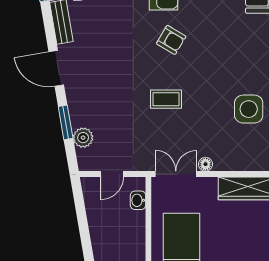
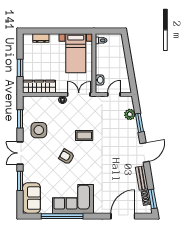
armchair: (171, 40) -> (67, 157), moved
door: (56, 68) -> (145, 152), hinge flipped
double door: (176, 174) -> (79, 94), swing flipped

